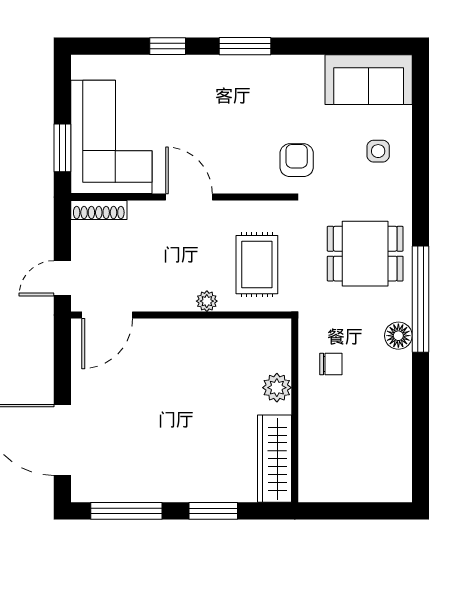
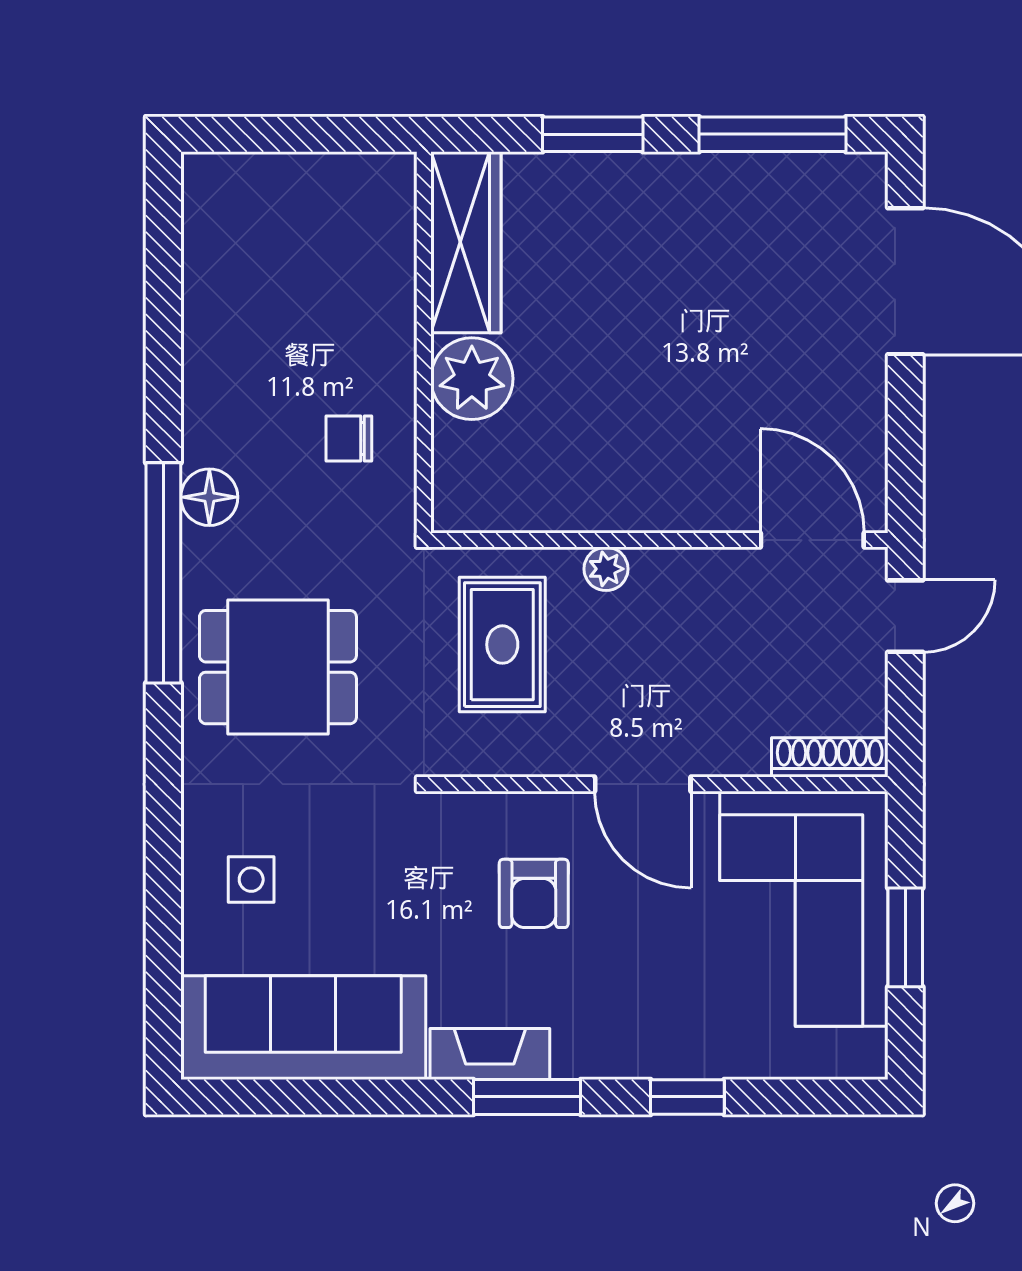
fireplace: (263, 67) -> (490, 1054), added
sofa: (369, 80) -> (303, 1028), width x1.36
window: (62, 148) -> (905, 937), moved
armchair: (297, 160) -> (534, 893), moved
door: (107, 315) -> (812, 540), hinge flipped
plant: (277, 388) -> (472, 379), width x1.36, depth x1.36

